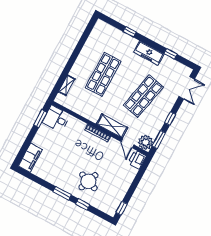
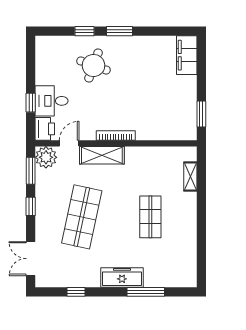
window: (130, 32) -> (146, 292), width x2.17
freezer: (149, 53) -> (122, 277), moved
shop shelf: (103, 74) -> (150, 217), width x0.70, depth x0.74
desk: (56, 119) -> (52, 101), moved, turned 180
door: (127, 143) -> (69, 143), hinge flipped
window: (122, 208) -> (31, 103), moved

